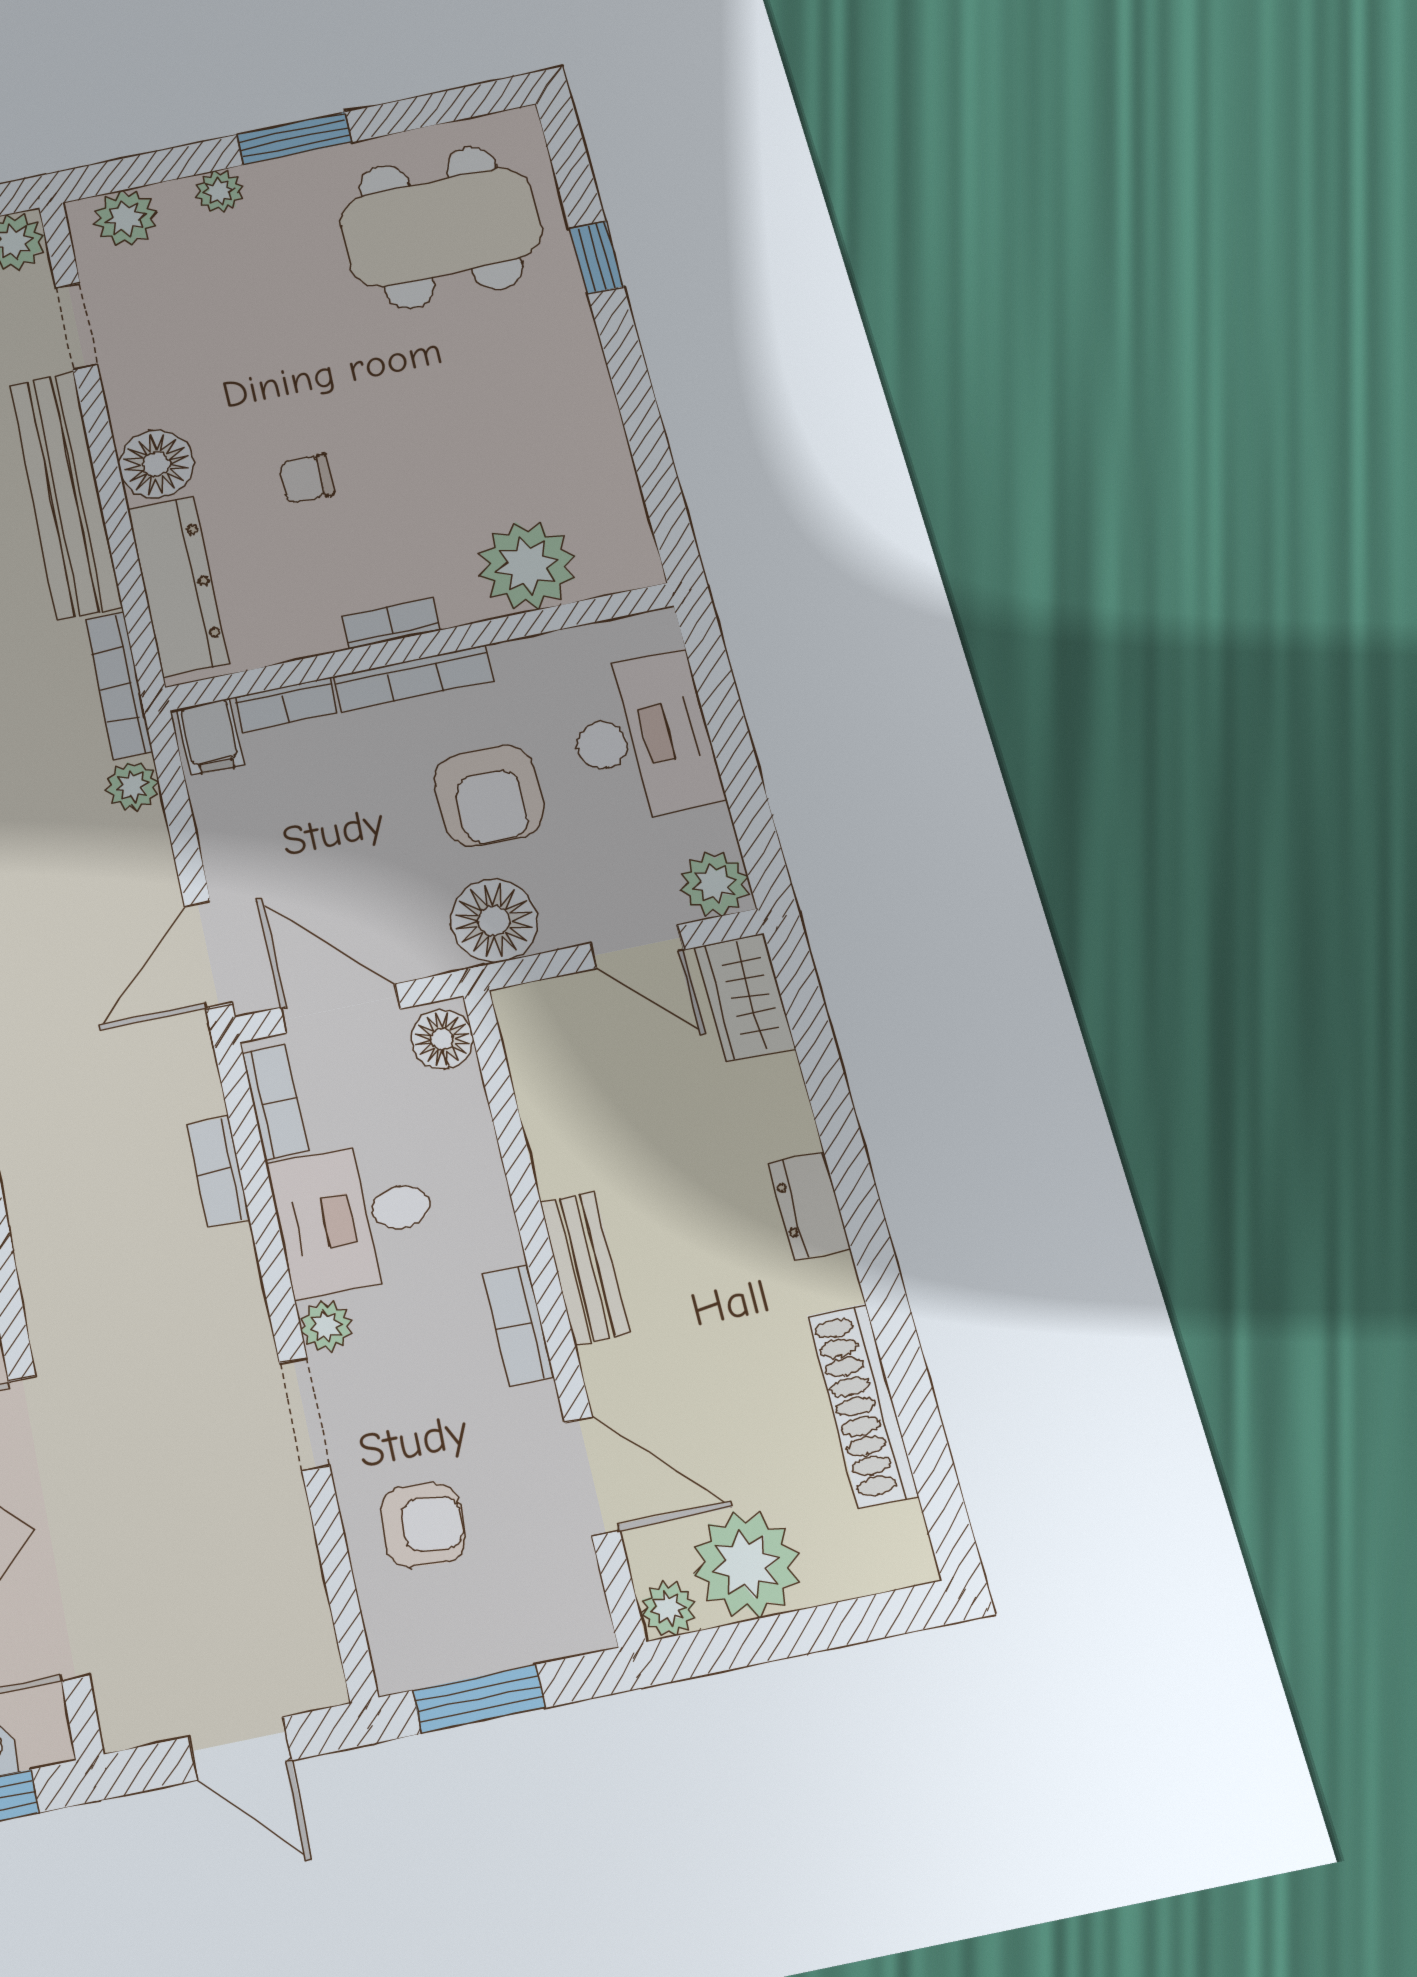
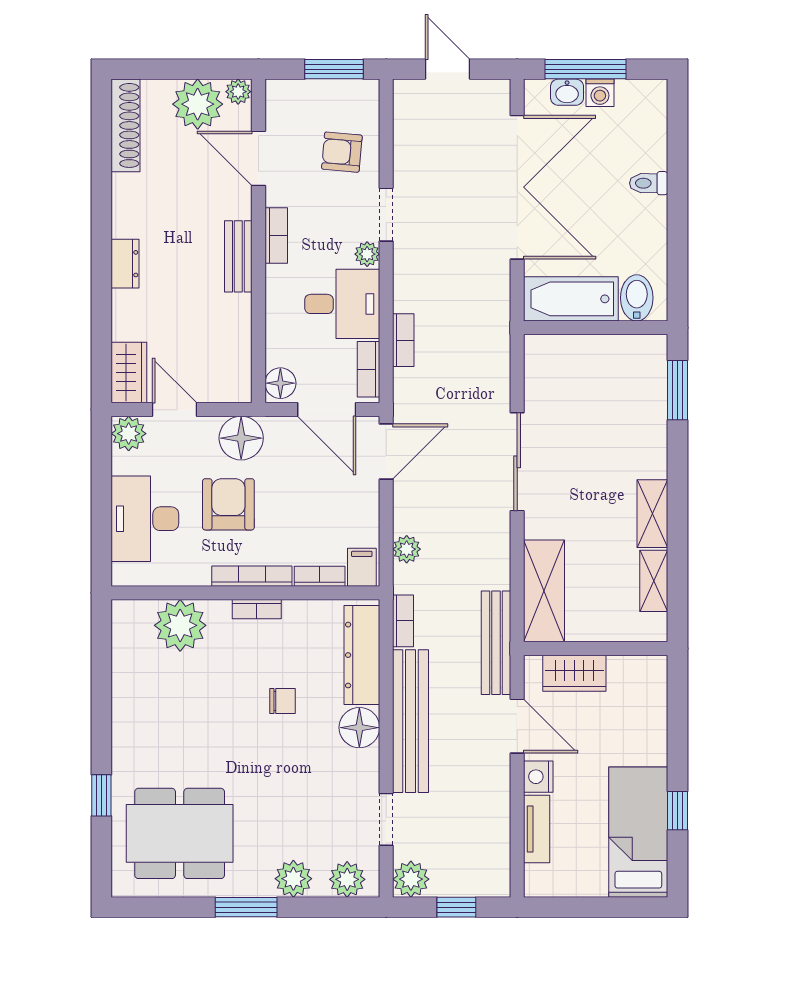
plant: (219, 191) -> (293, 879), width x1.38, depth x1.38
bookcase: (119, 685) -> (403, 621), width x0.64
shoe rack: (862, 1405) -> (126, 125), moved

